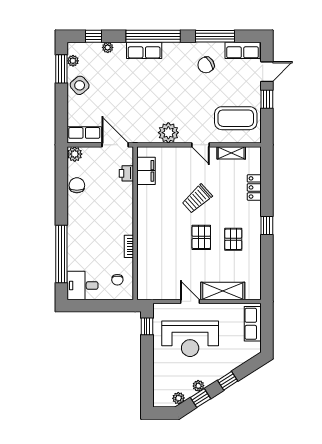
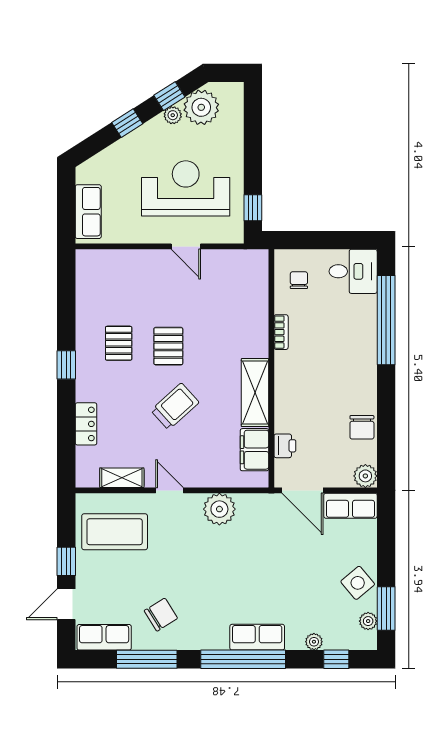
shelving: (223, 291) -> (255, 393), moved, turned 90
plant: (179, 398) -> (201, 107), width x1.87, depth x1.87

